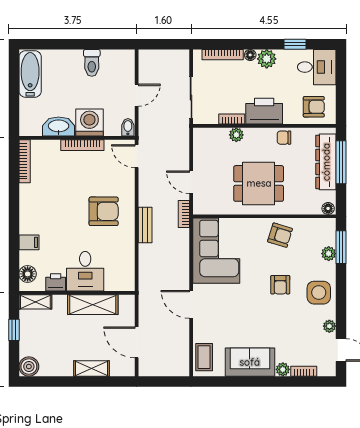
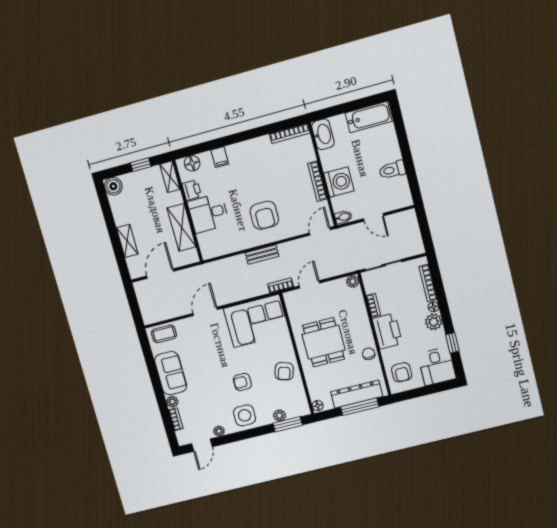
washbasin: (59, 126) -> (323, 134), moved
plant: (236, 135) -> (353, 281), moved

